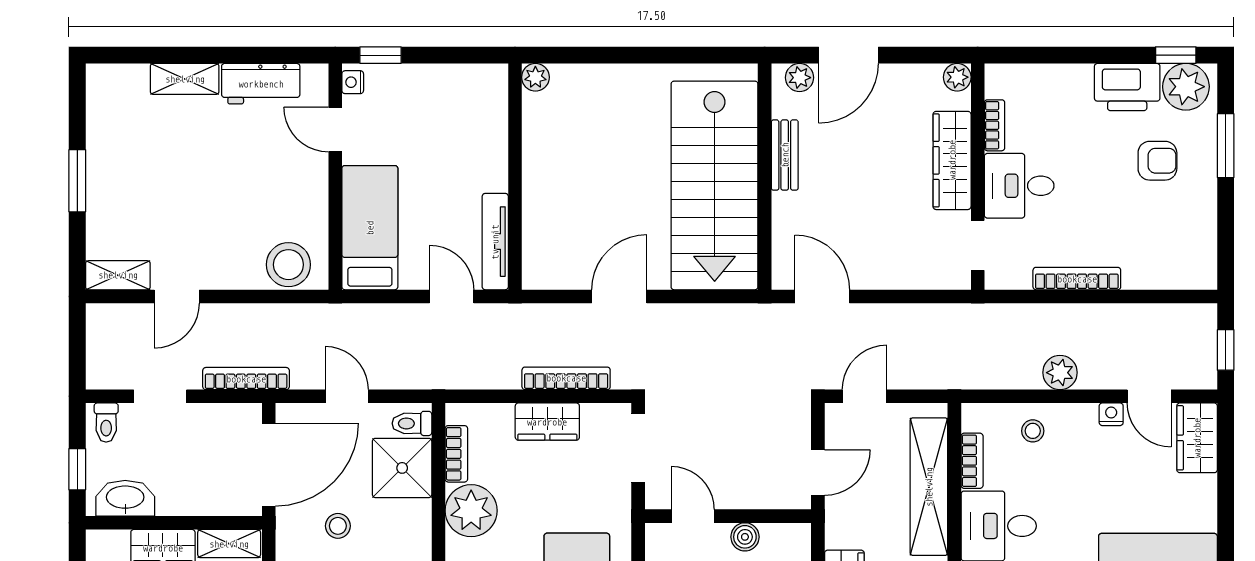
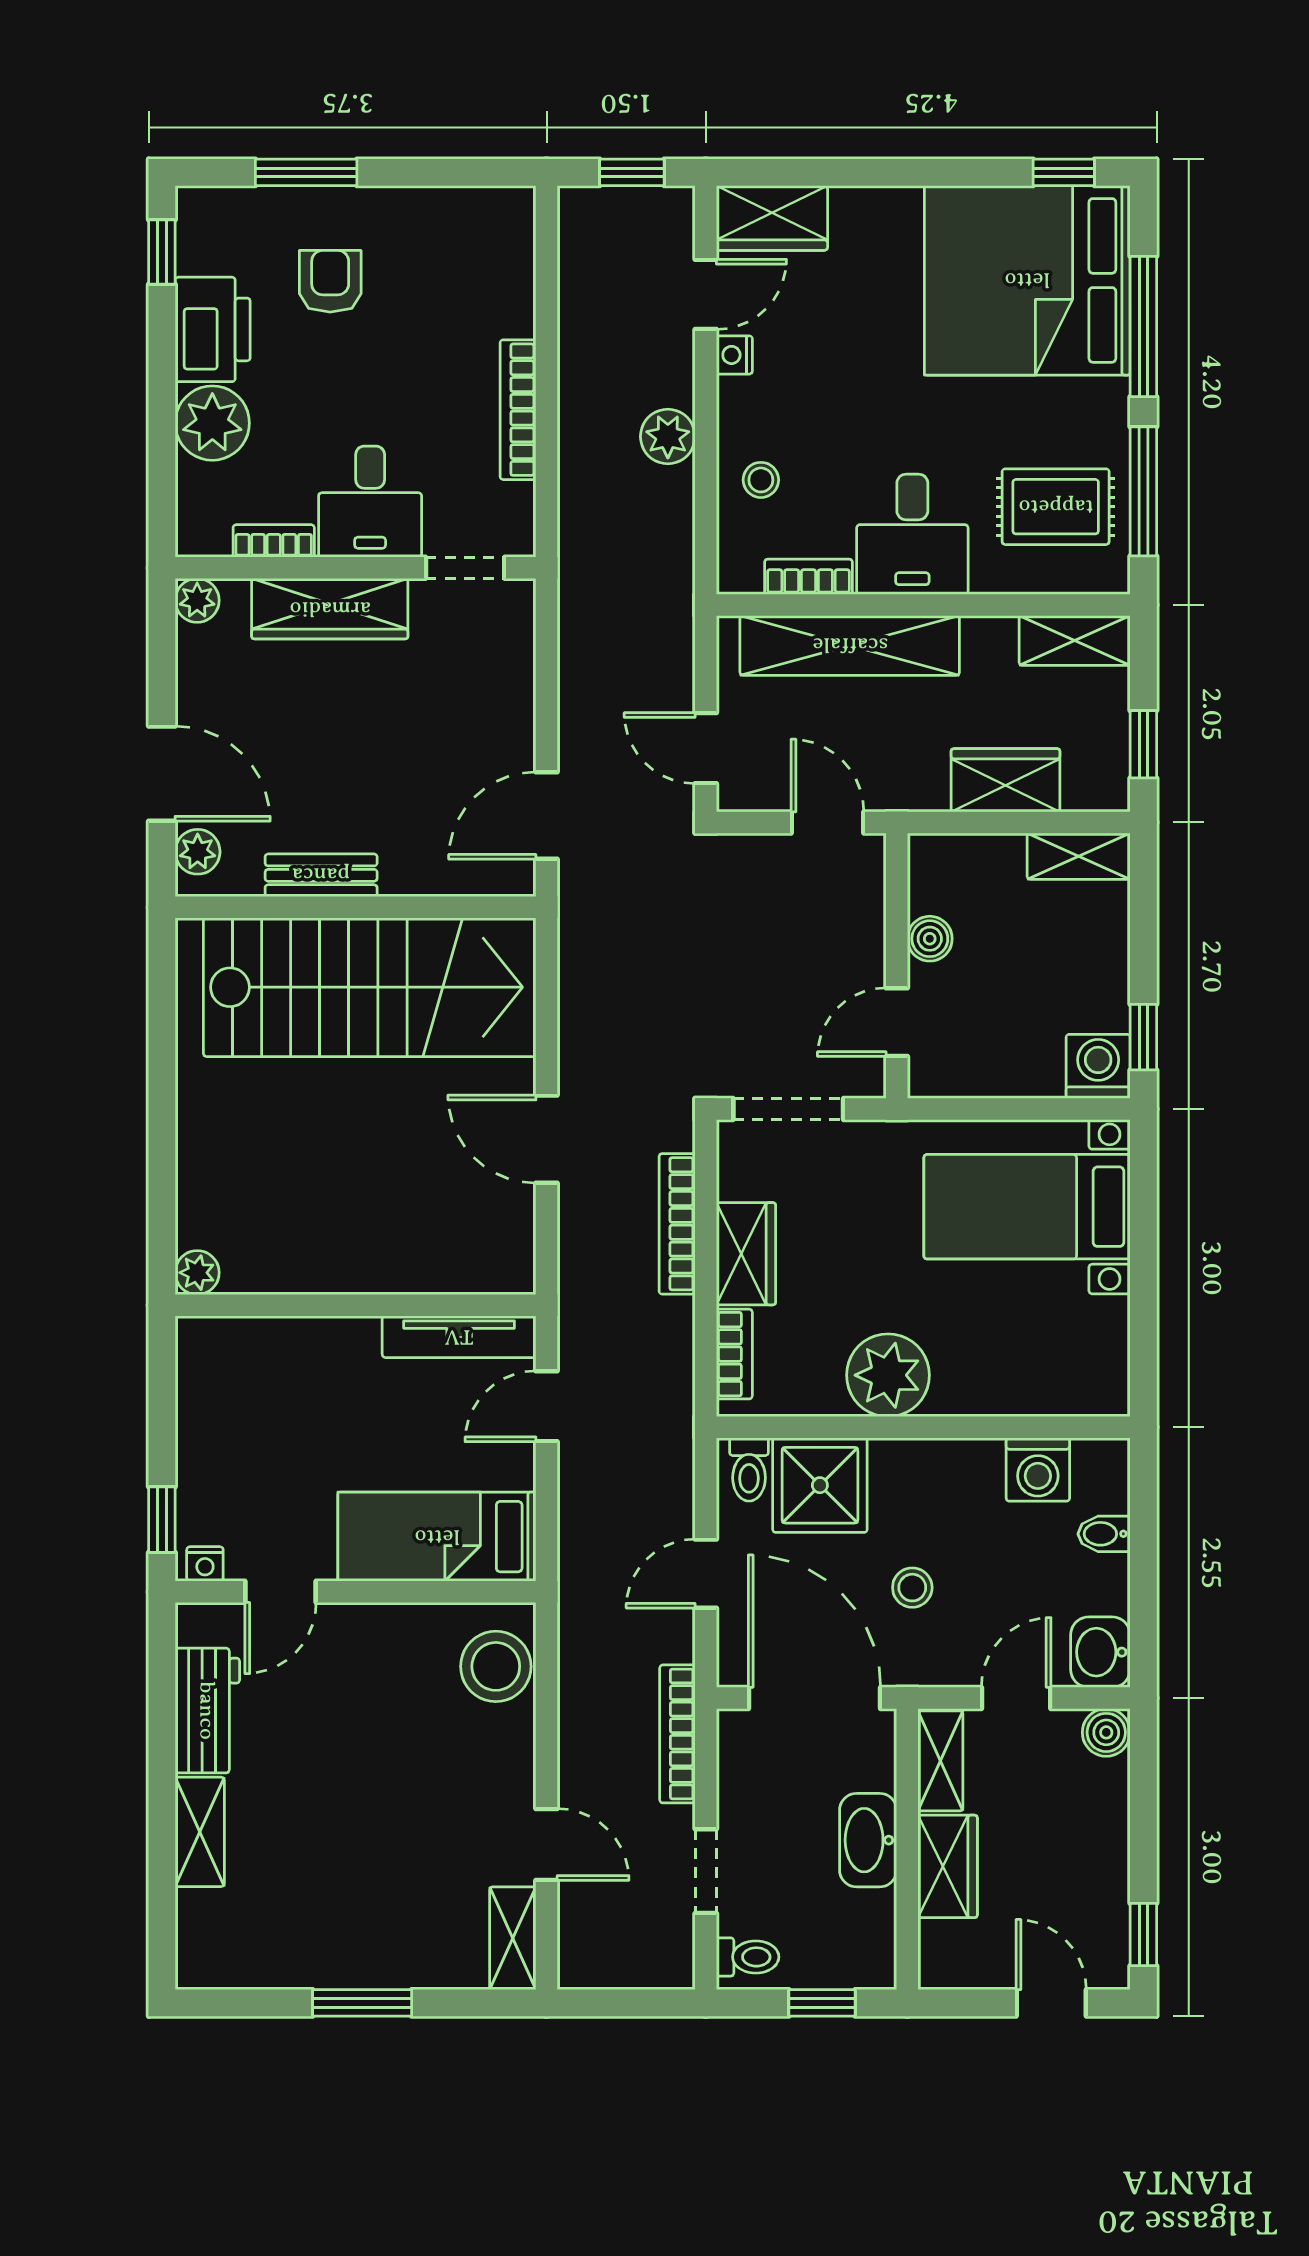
plant: (1186, 87) -> (212, 423), moved
bookcase: (456, 454) -> (734, 1354), moved, turned 90
washbasin: (125, 498) -> (868, 1840), moved

